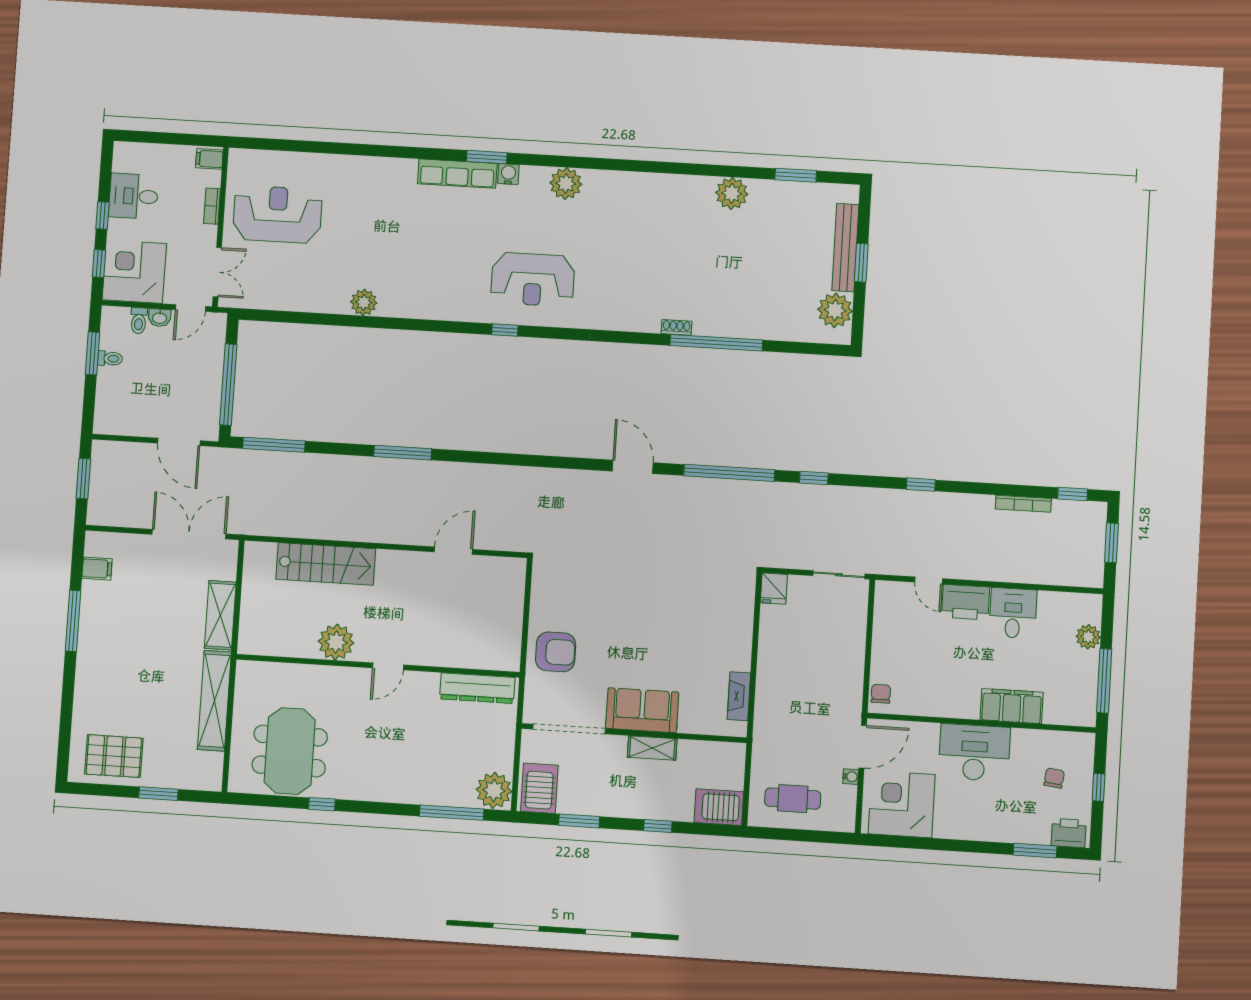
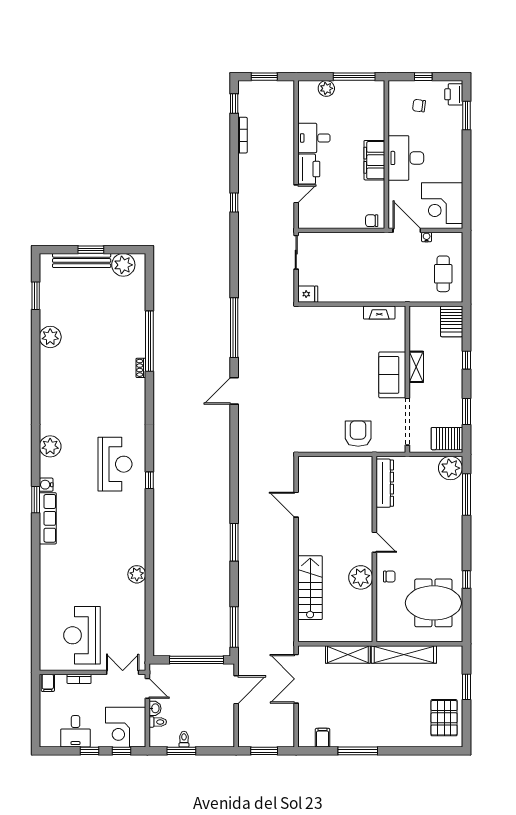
window: (814, 478) -> (234, 272), removed
chair: (335, 686) -> (389, 576), added
filing cabinet: (1012, 706) -> (374, 160), moved

